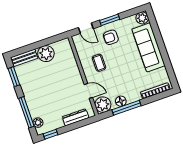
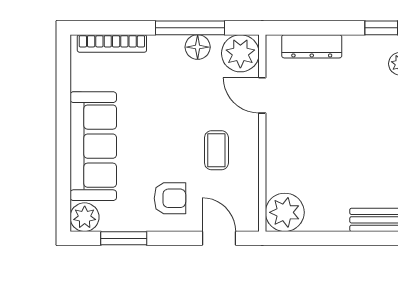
window: (110, 20) -> (124, 238), moved
plant: (46, 54) -> (285, 212), moved

